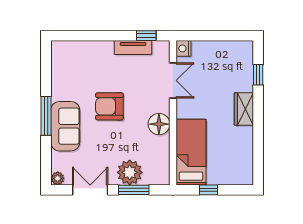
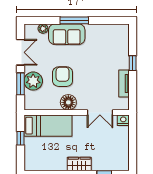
window: (146, 36) -> (133, 63), moved
armchair: (109, 106) -> (63, 77), moved
plant: (58, 178) -> (43, 29), moved

